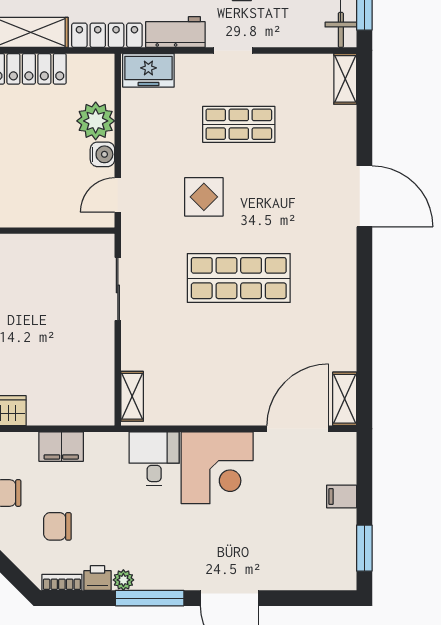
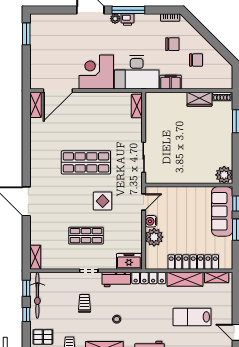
desk: (154, 459) -> (137, 72), width x1.87, depth x1.30
filing cabinet: (342, 497) -> (37, 58), removed
printer: (97, 578) -> (128, 20), moved
plant: (123, 580) -> (115, 19), moved

